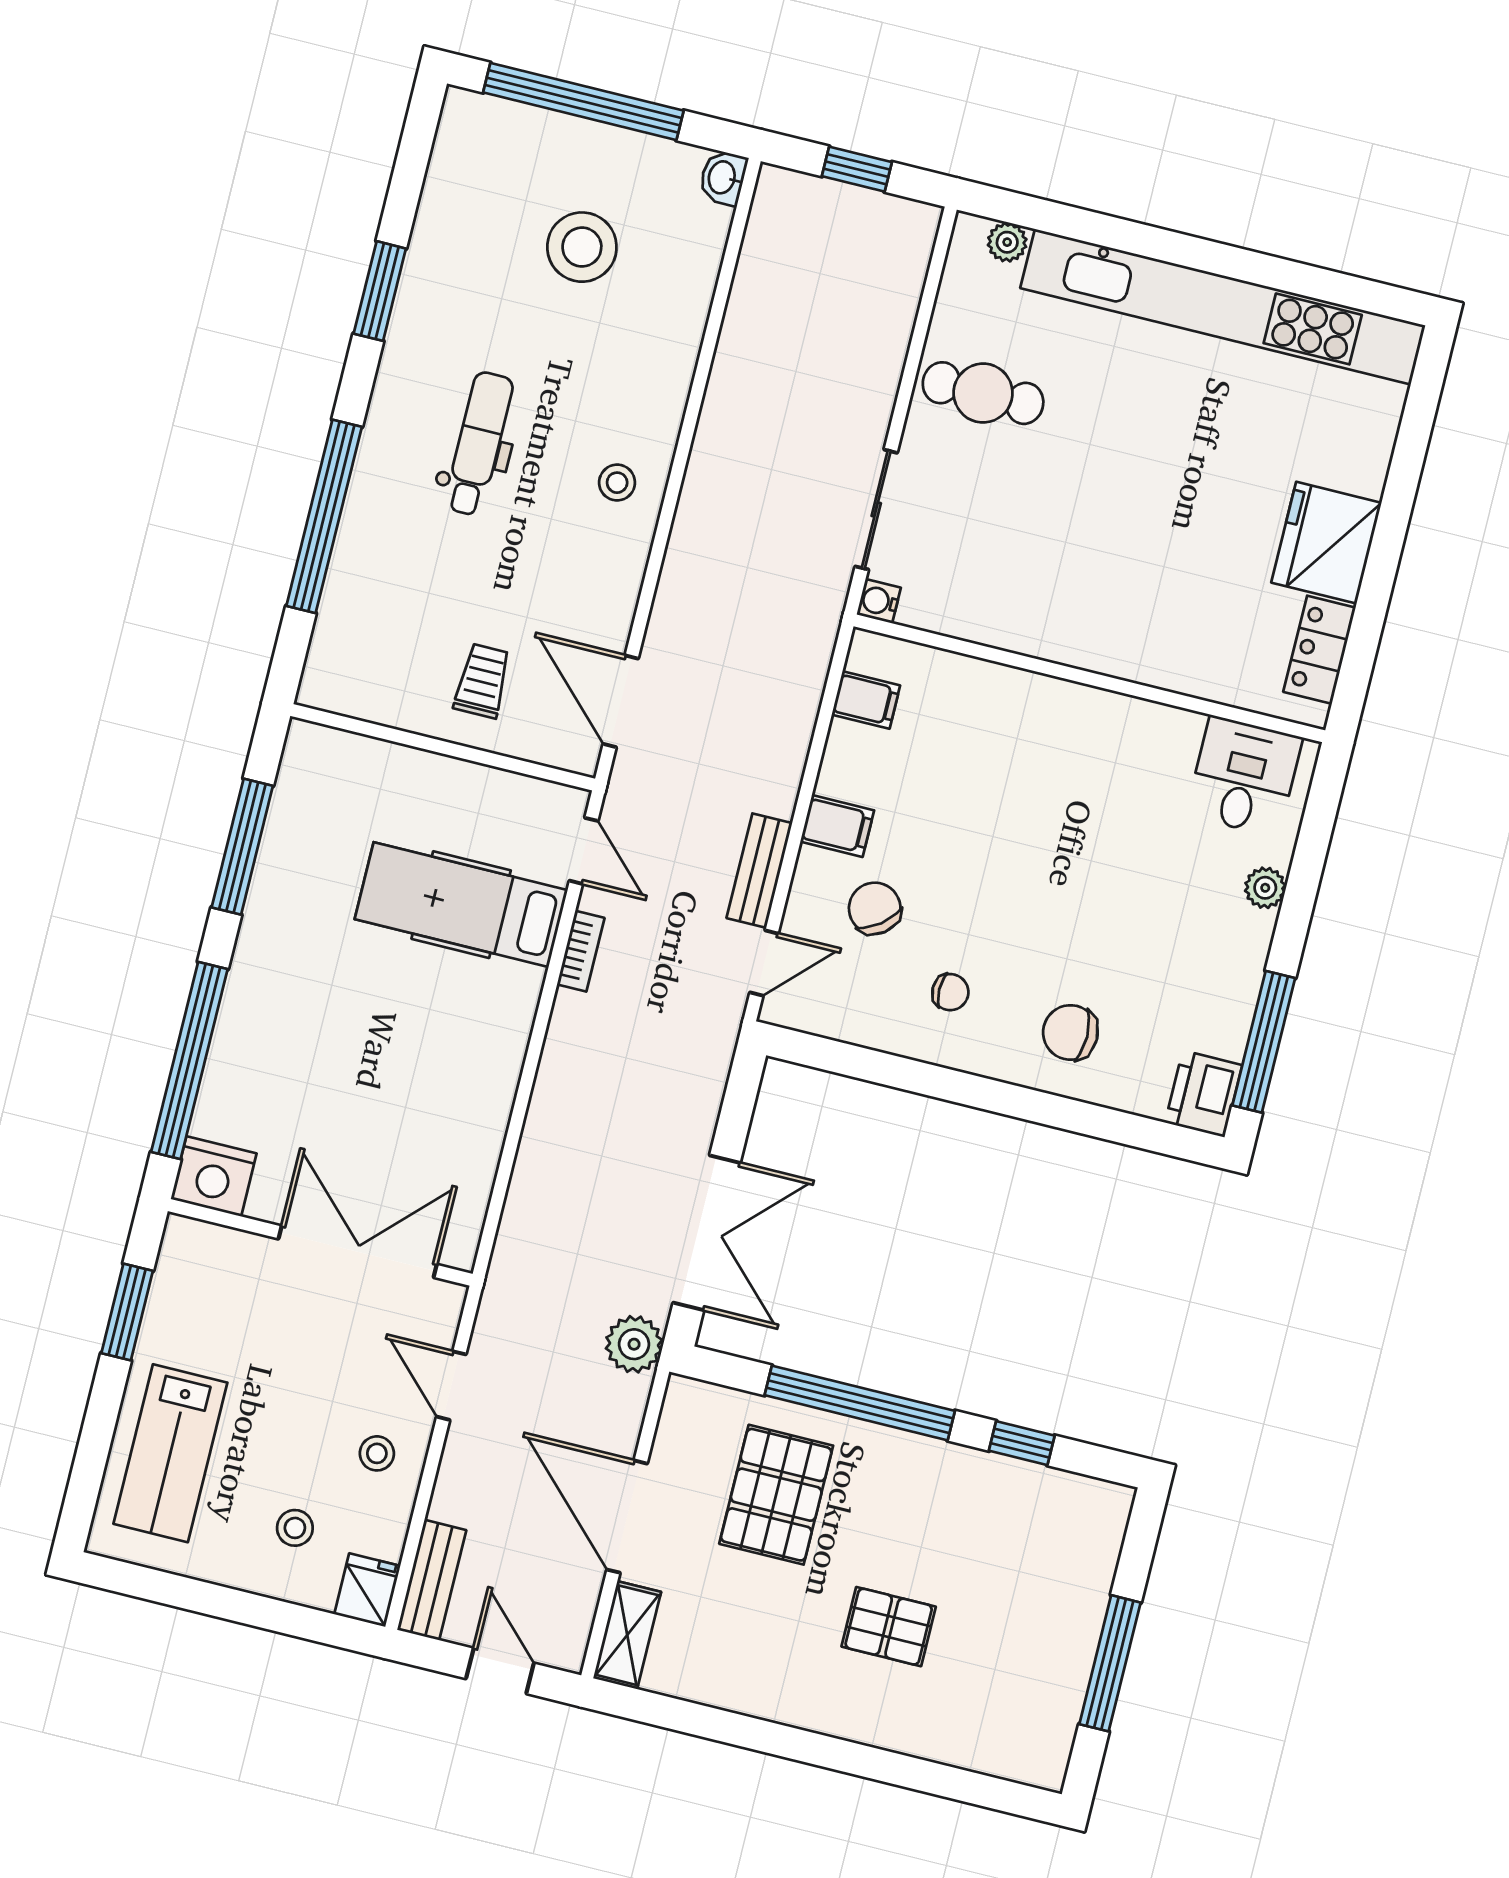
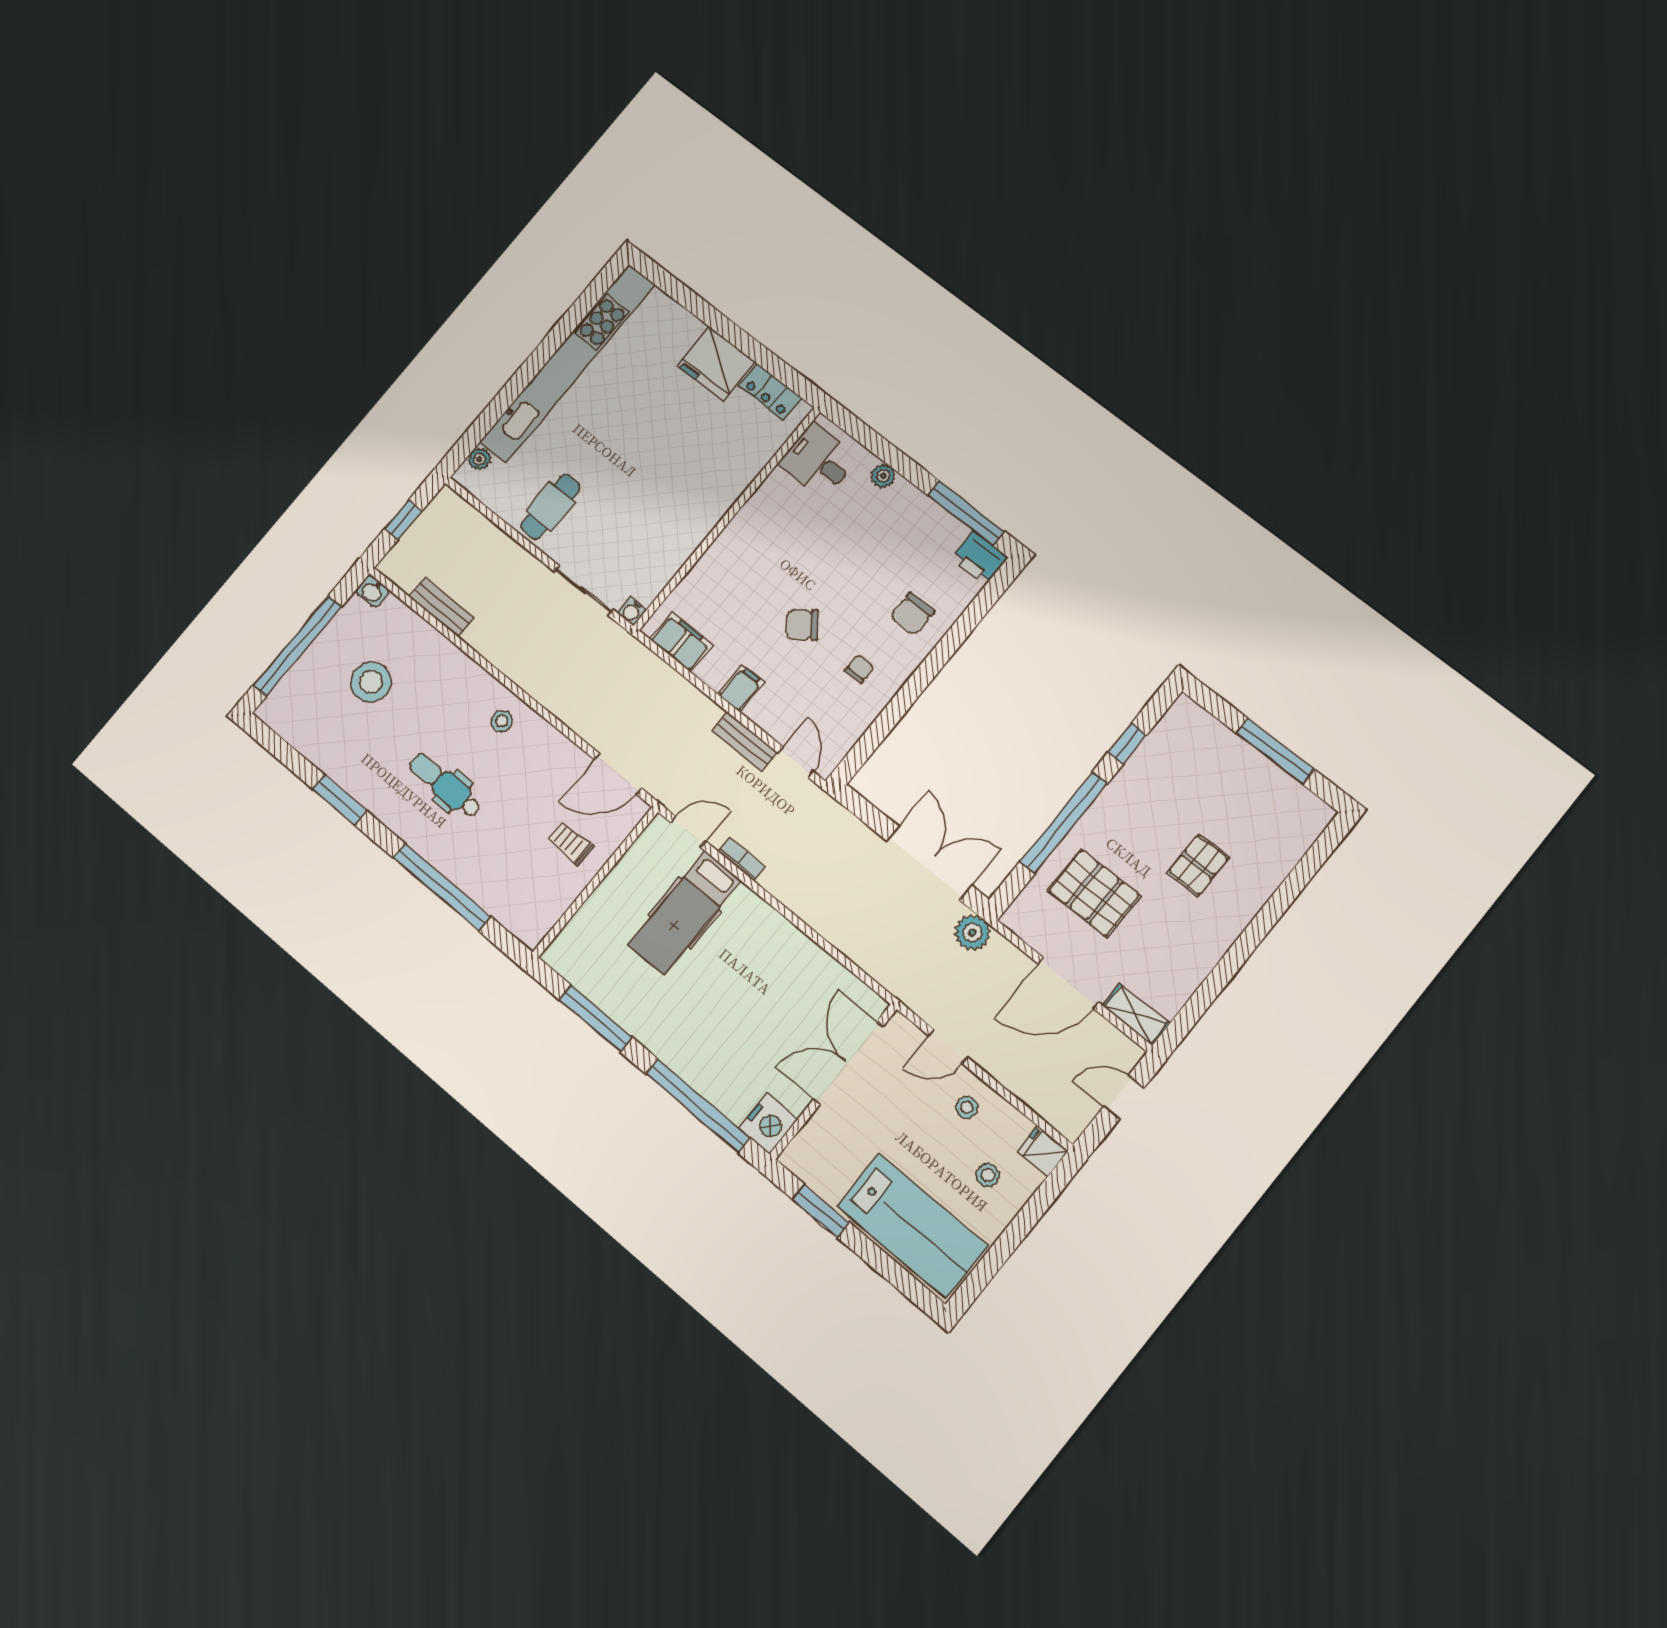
filing cabinet: (866, 700) -> (681, 642), width x2.00
chair: (875, 908) -> (803, 625), moved
lab bench: (170, 1453) -> (912, 1226), width x1.36, depth x1.39
bench: (432, 1580) -> (441, 607), moved

